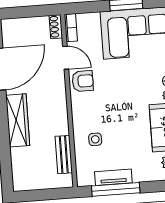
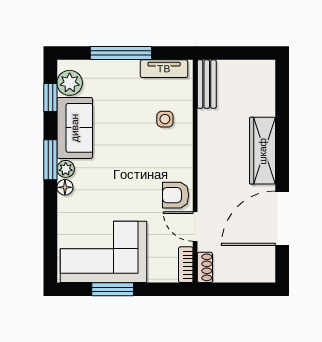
bench: (64, 155) -> (207, 84), moved
tv unit: (113, 177) -> (164, 69), moved
window: (116, 189) -> (121, 53), moved

